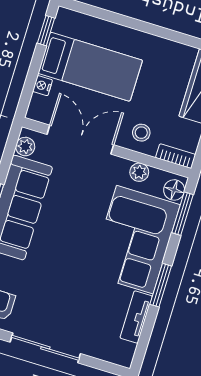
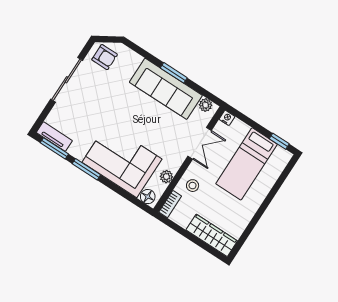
nightstand: (42, 86) -> (227, 118), moved
double door: (80, 140) -> (200, 143), width x0.73
window: (183, 214) -> (54, 148), moved
tv unit: (136, 317) -> (54, 137), moved

